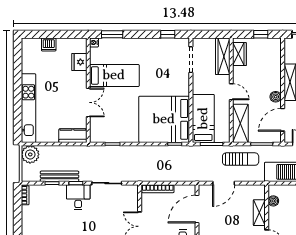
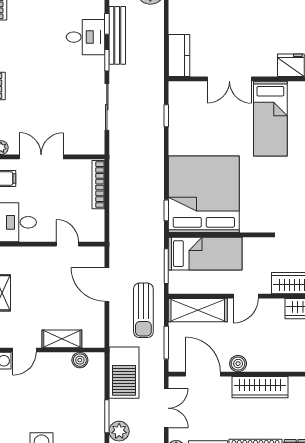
desk: (78, 197) -> (86, 37), moved
door: (197, 209) -> (67, 244), width x0.53

